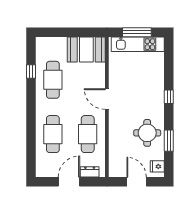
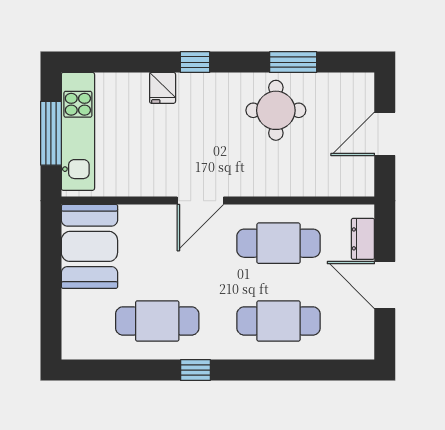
window: (31, 72) -> (195, 370), moved
fridge: (157, 166) -> (163, 88), moved

